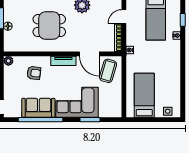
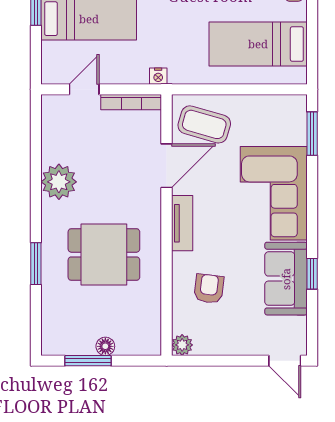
door: (124, 17) -> (84, 89), swing flipped
dining table: (49, 26) -> (104, 255), turned 90
window: (41, 120) -> (312, 274), width x0.32
window: (90, 120) -> (312, 134), moved

